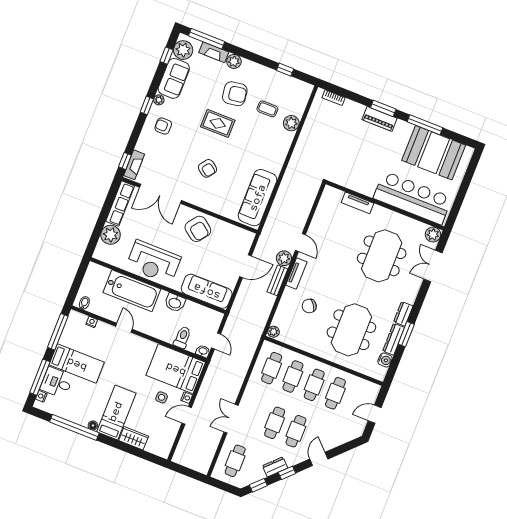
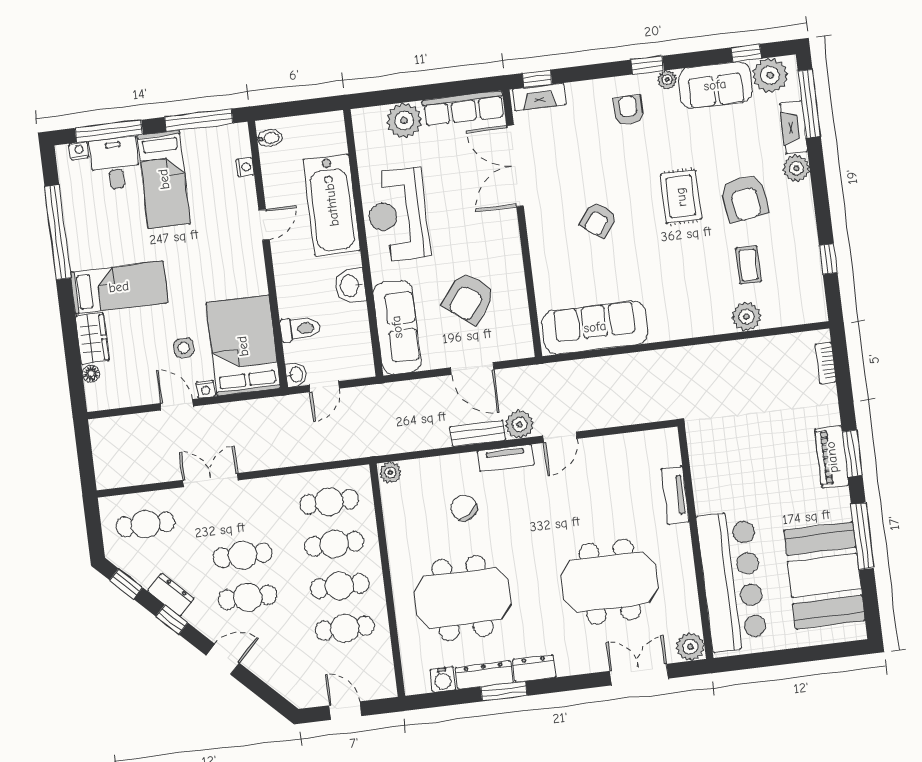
armchair: (198, 229) -> (469, 298), moved
floor lamp: (93, 425) -> (91, 374), moved

